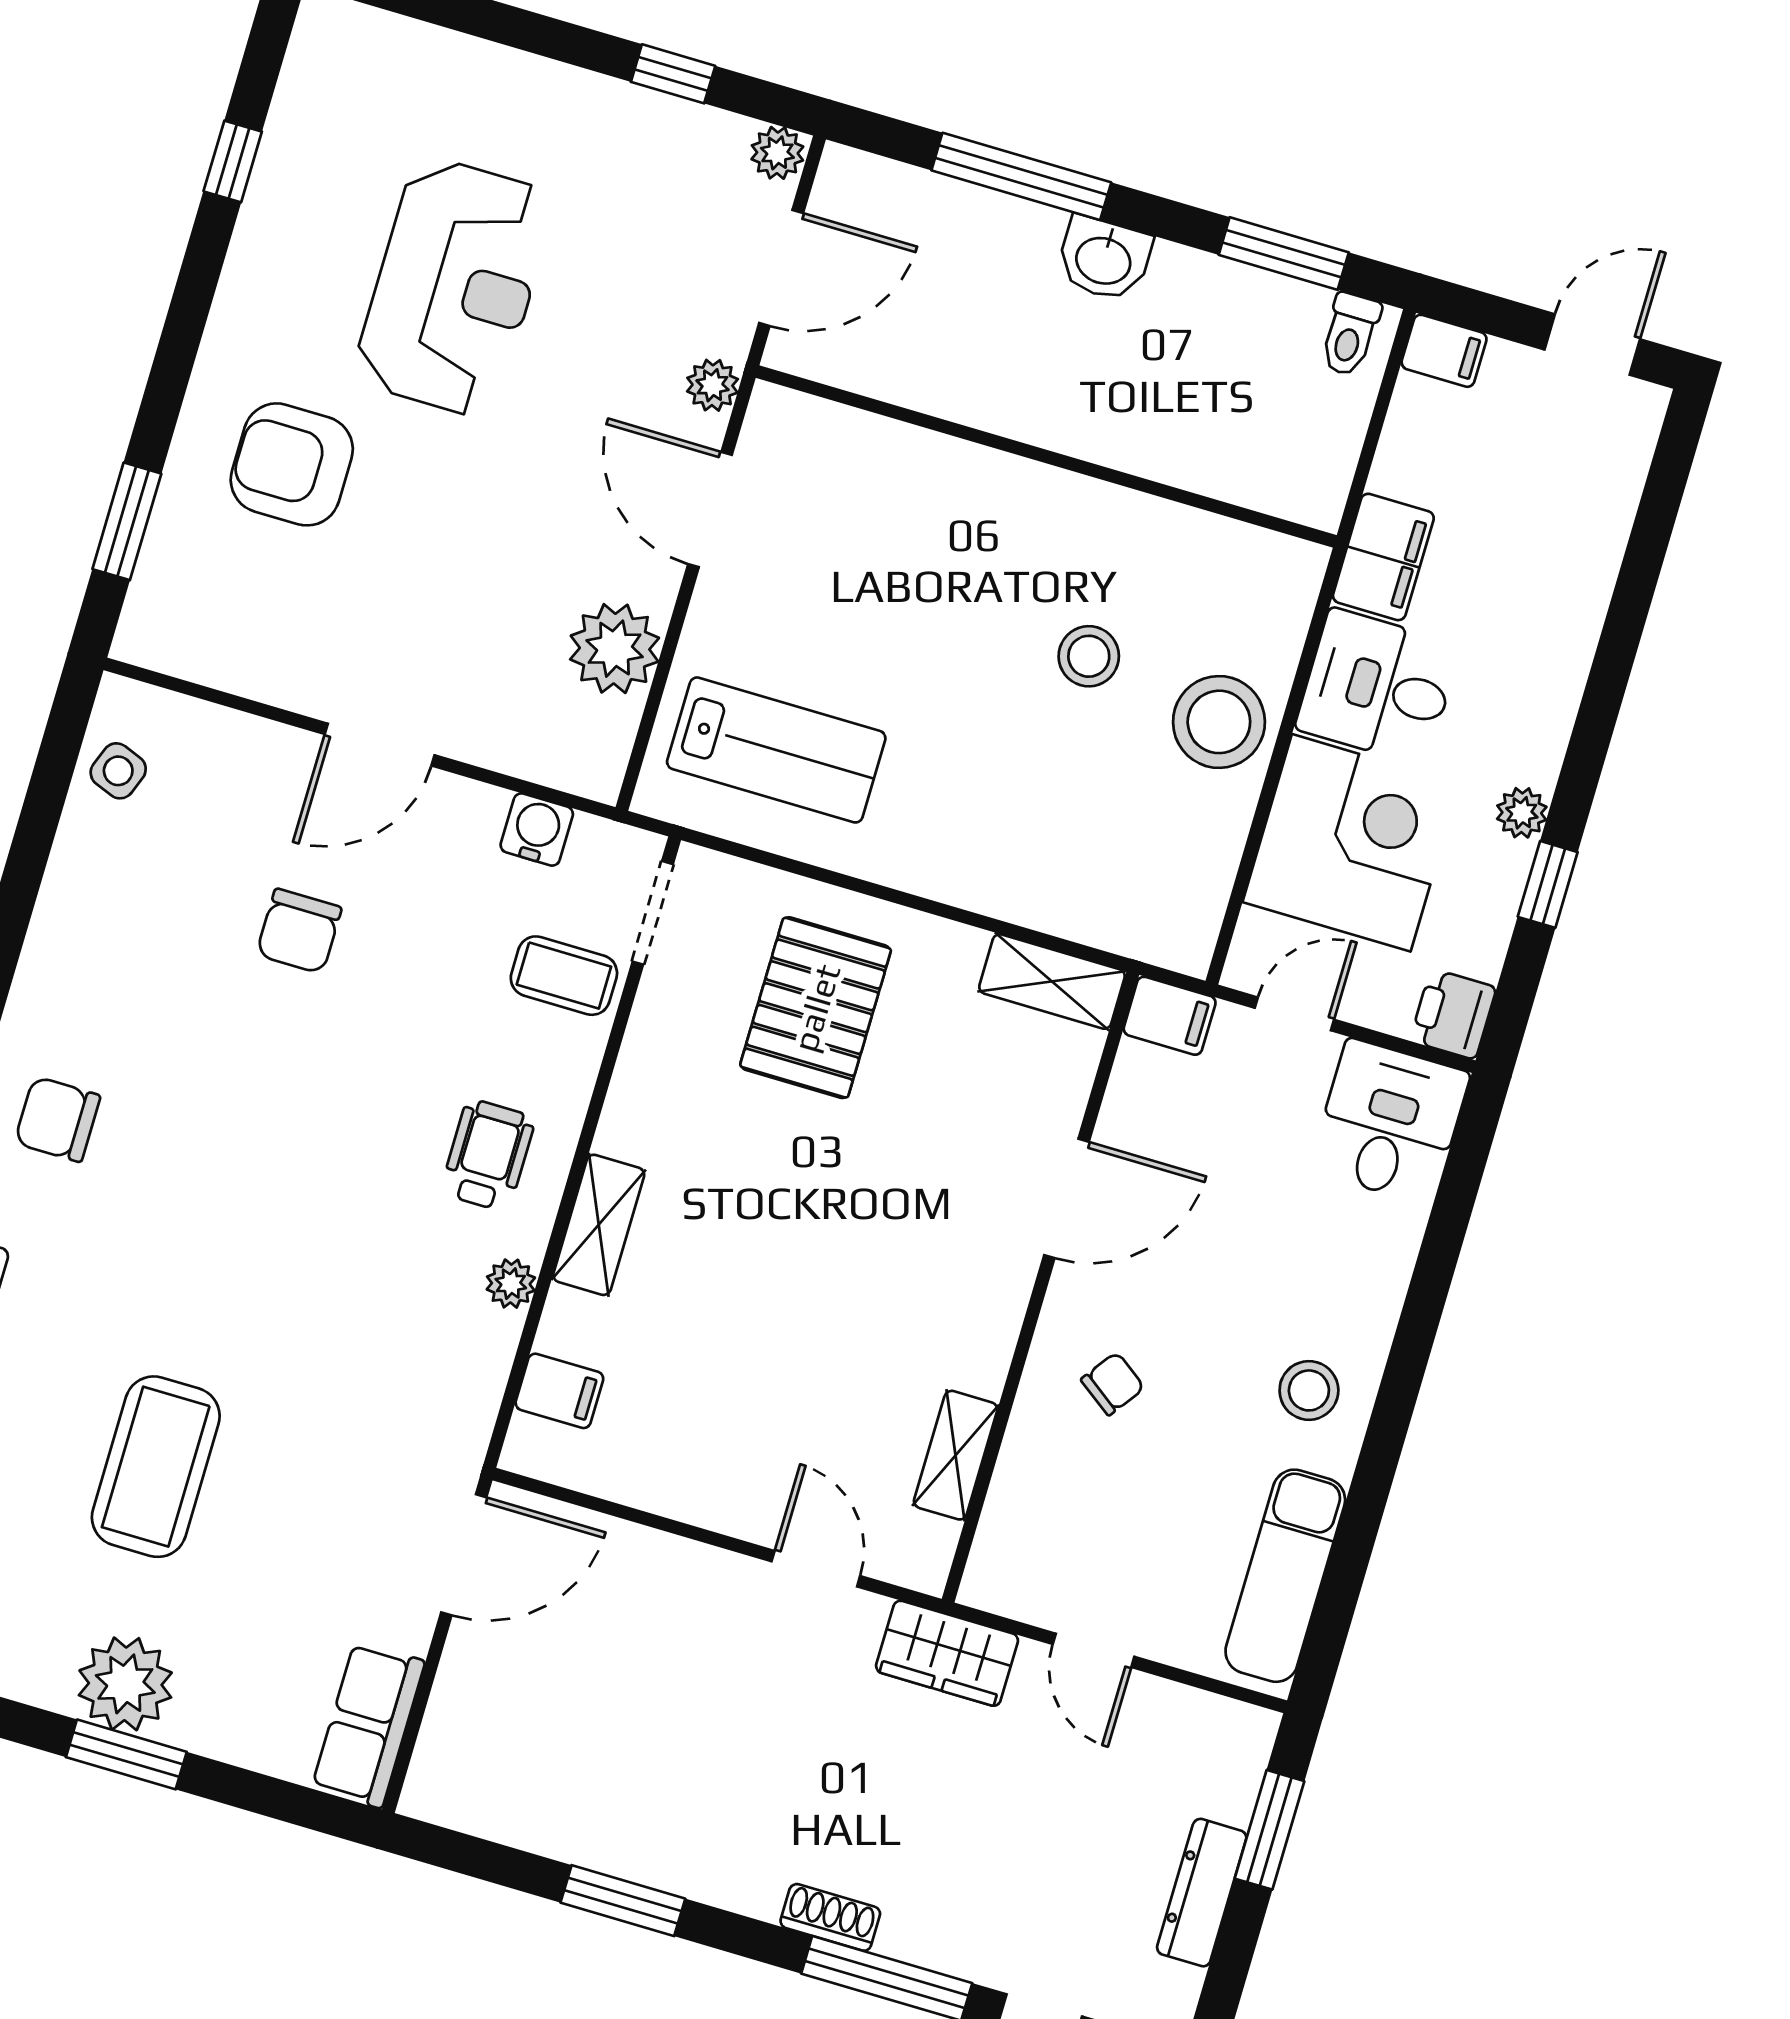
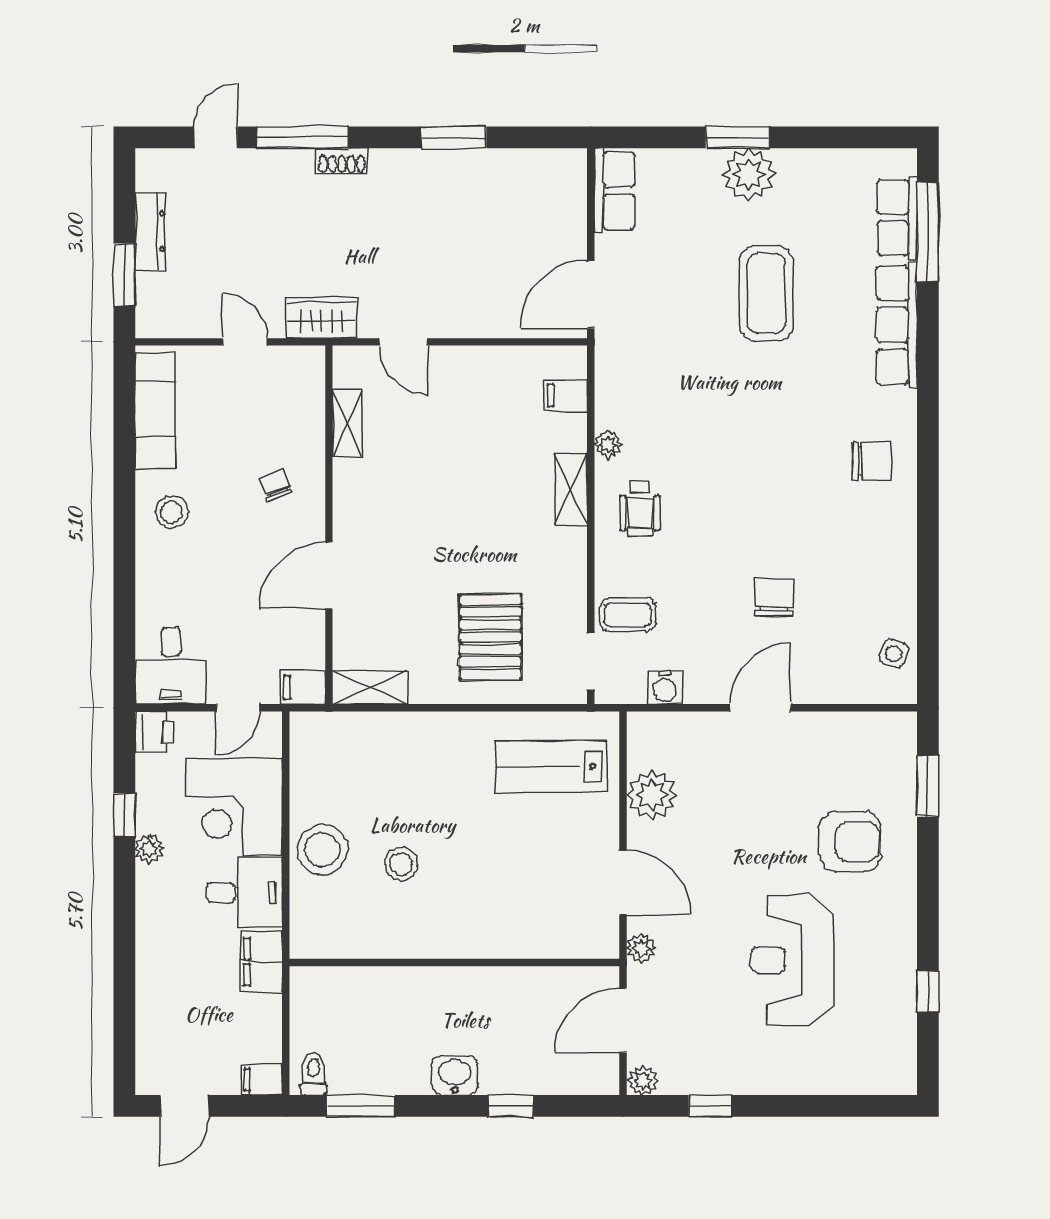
window: (1021, 176) -> (511, 1106), width x0.46
chair: (1113, 1384) -> (276, 485), turned 123

